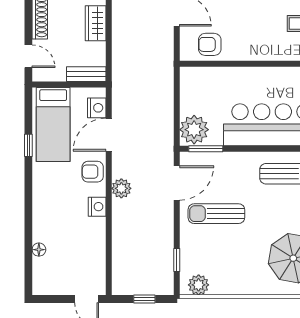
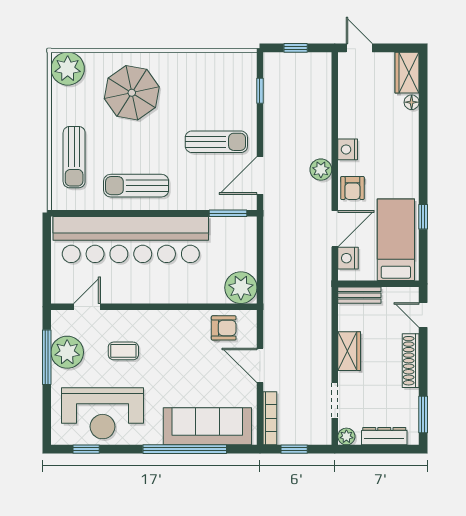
plant: (194, 130) -> (241, 288), moved
armchair: (93, 172) -> (352, 188), turned 90
wardrobe: (43, 277) -> (407, 73), added
plant: (199, 285) -> (236, 63), removed

